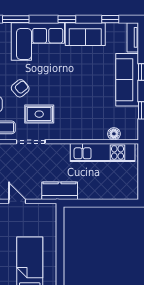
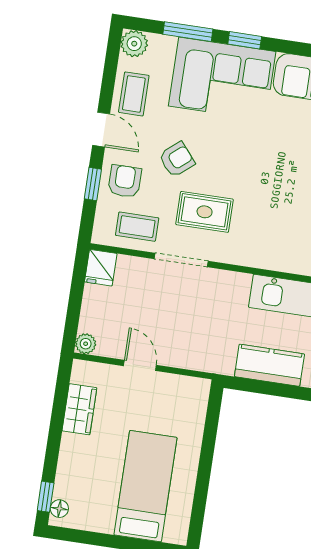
window: (67, 19) -> (245, 40), moved
kitchen counter: (60, 191) -> (269, 365), moved

